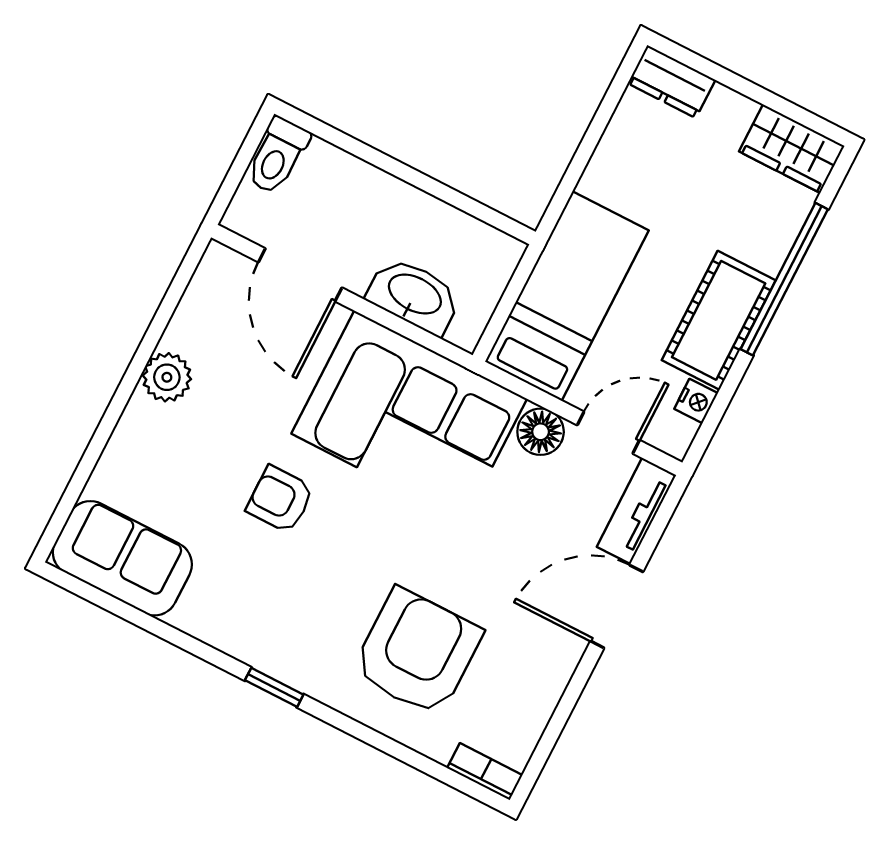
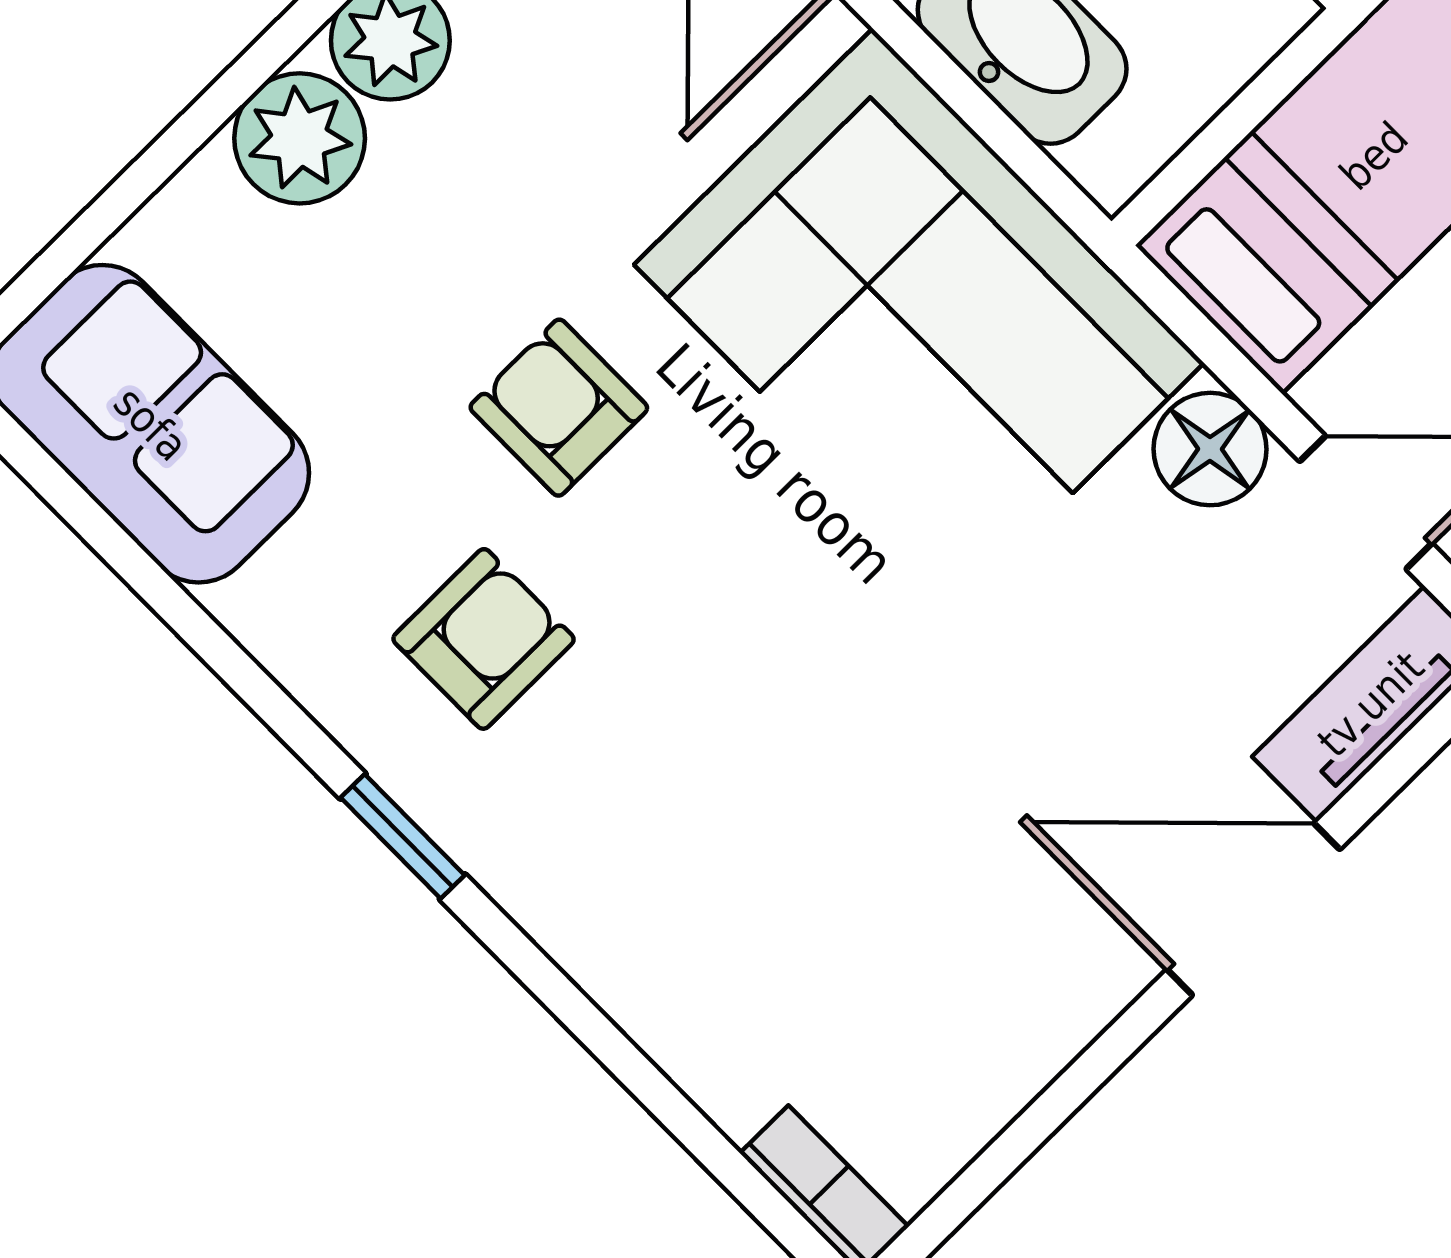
plant: (144, 427) -> (300, 138), added
armchair: (417, 652) -> (484, 639), moved, width x0.53, depth x0.53

